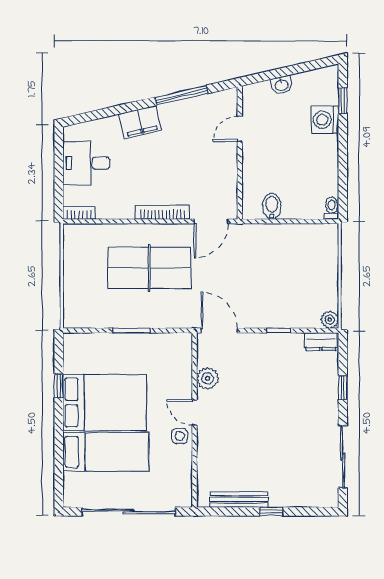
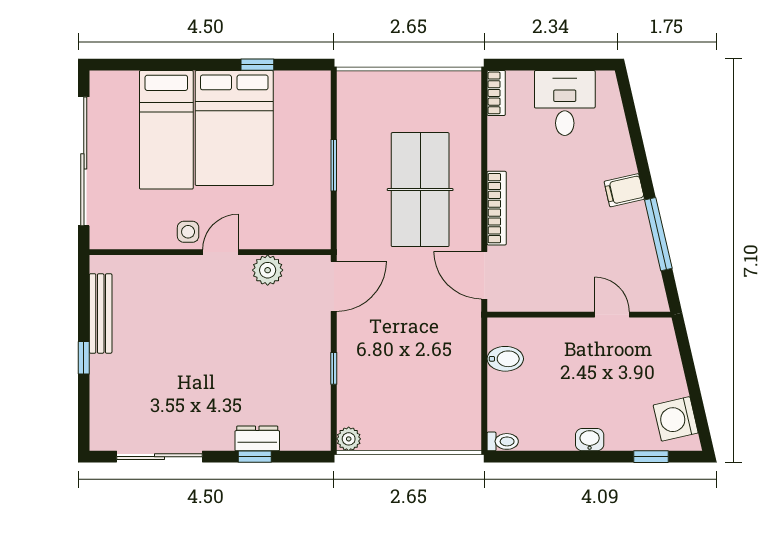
washbasin: (282, 85) -> (590, 440), moved, turned 103
washing machine: (325, 120) -> (676, 419), moved, turned -103
filing cabinet: (140, 122) -> (624, 190), width x0.50
dresser: (321, 342) -> (257, 438), moved, turned 90

